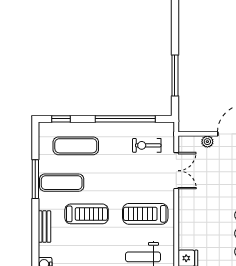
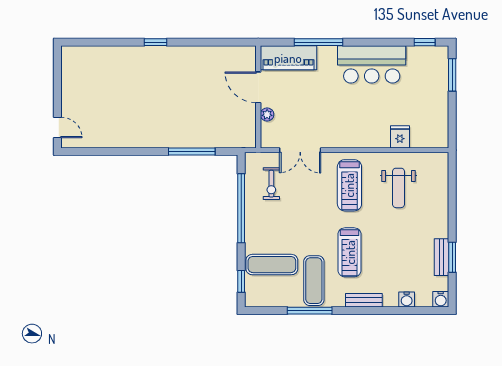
exercise mat: (76, 146) -> (272, 265), turned 90
double door: (176, 171) -> (300, 150), swing flipped
treadmill: (87, 214) -> (350, 252), turned 180

